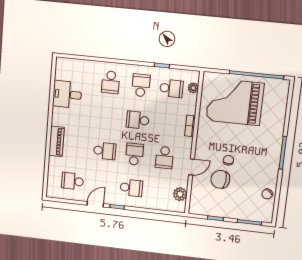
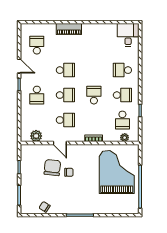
desk: (67, 94) -> (128, 35), moved
school desk: (105, 151) -> (65, 70), turned -90
school desk: (164, 157) -> (65, 120), turned 180

